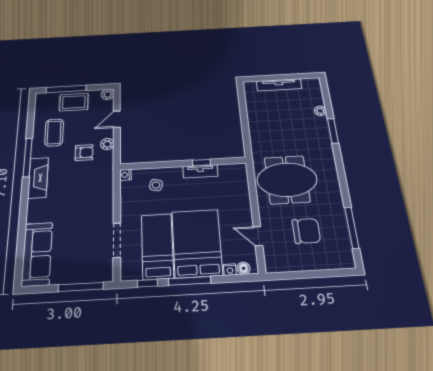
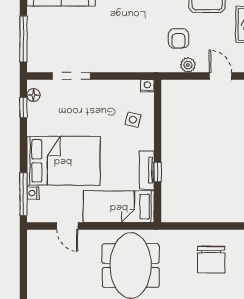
chair: (306, 231) -> (211, 260), moved
door: (258, 236) -> (67, 226), swing flipped
bed: (157, 246) -> (119, 207), moved, turned 180
floor lamp: (244, 268) -> (34, 95), moved
window: (190, 281) -> (23, 194), moved

